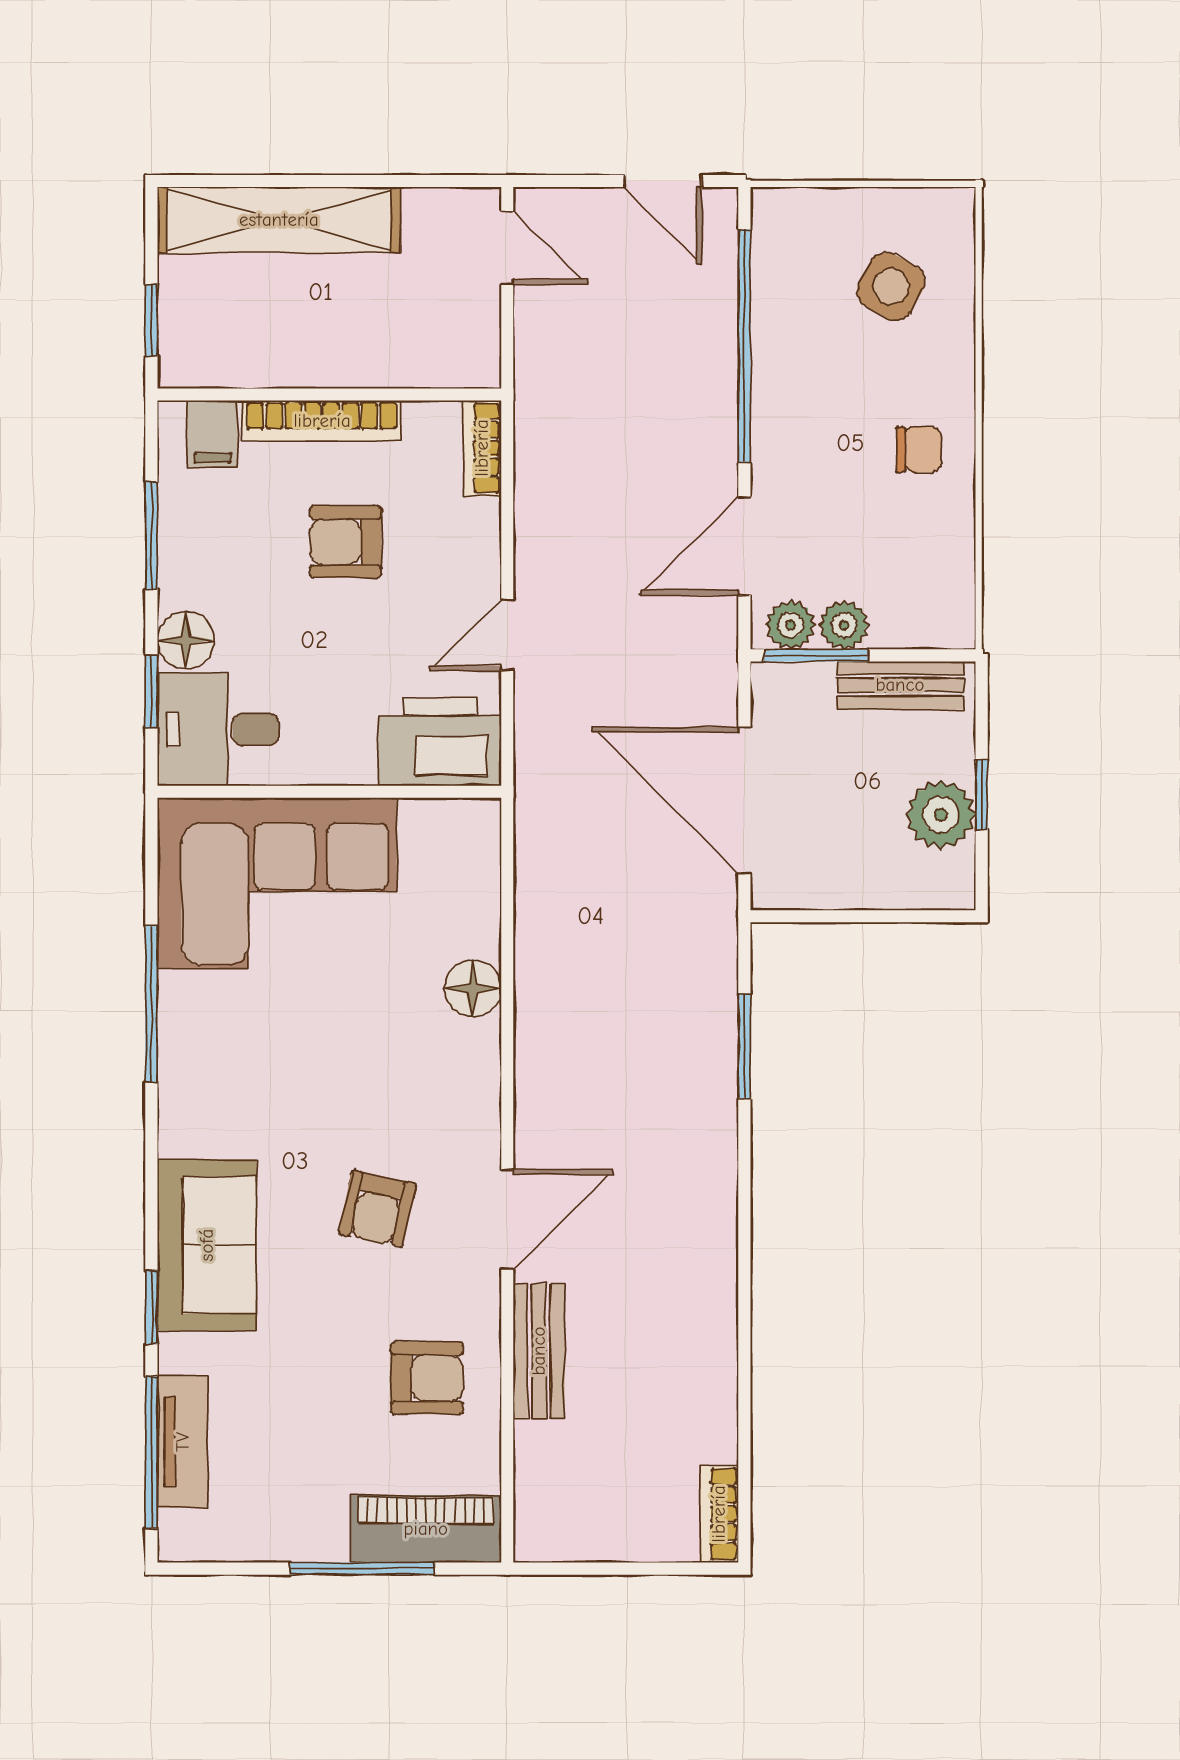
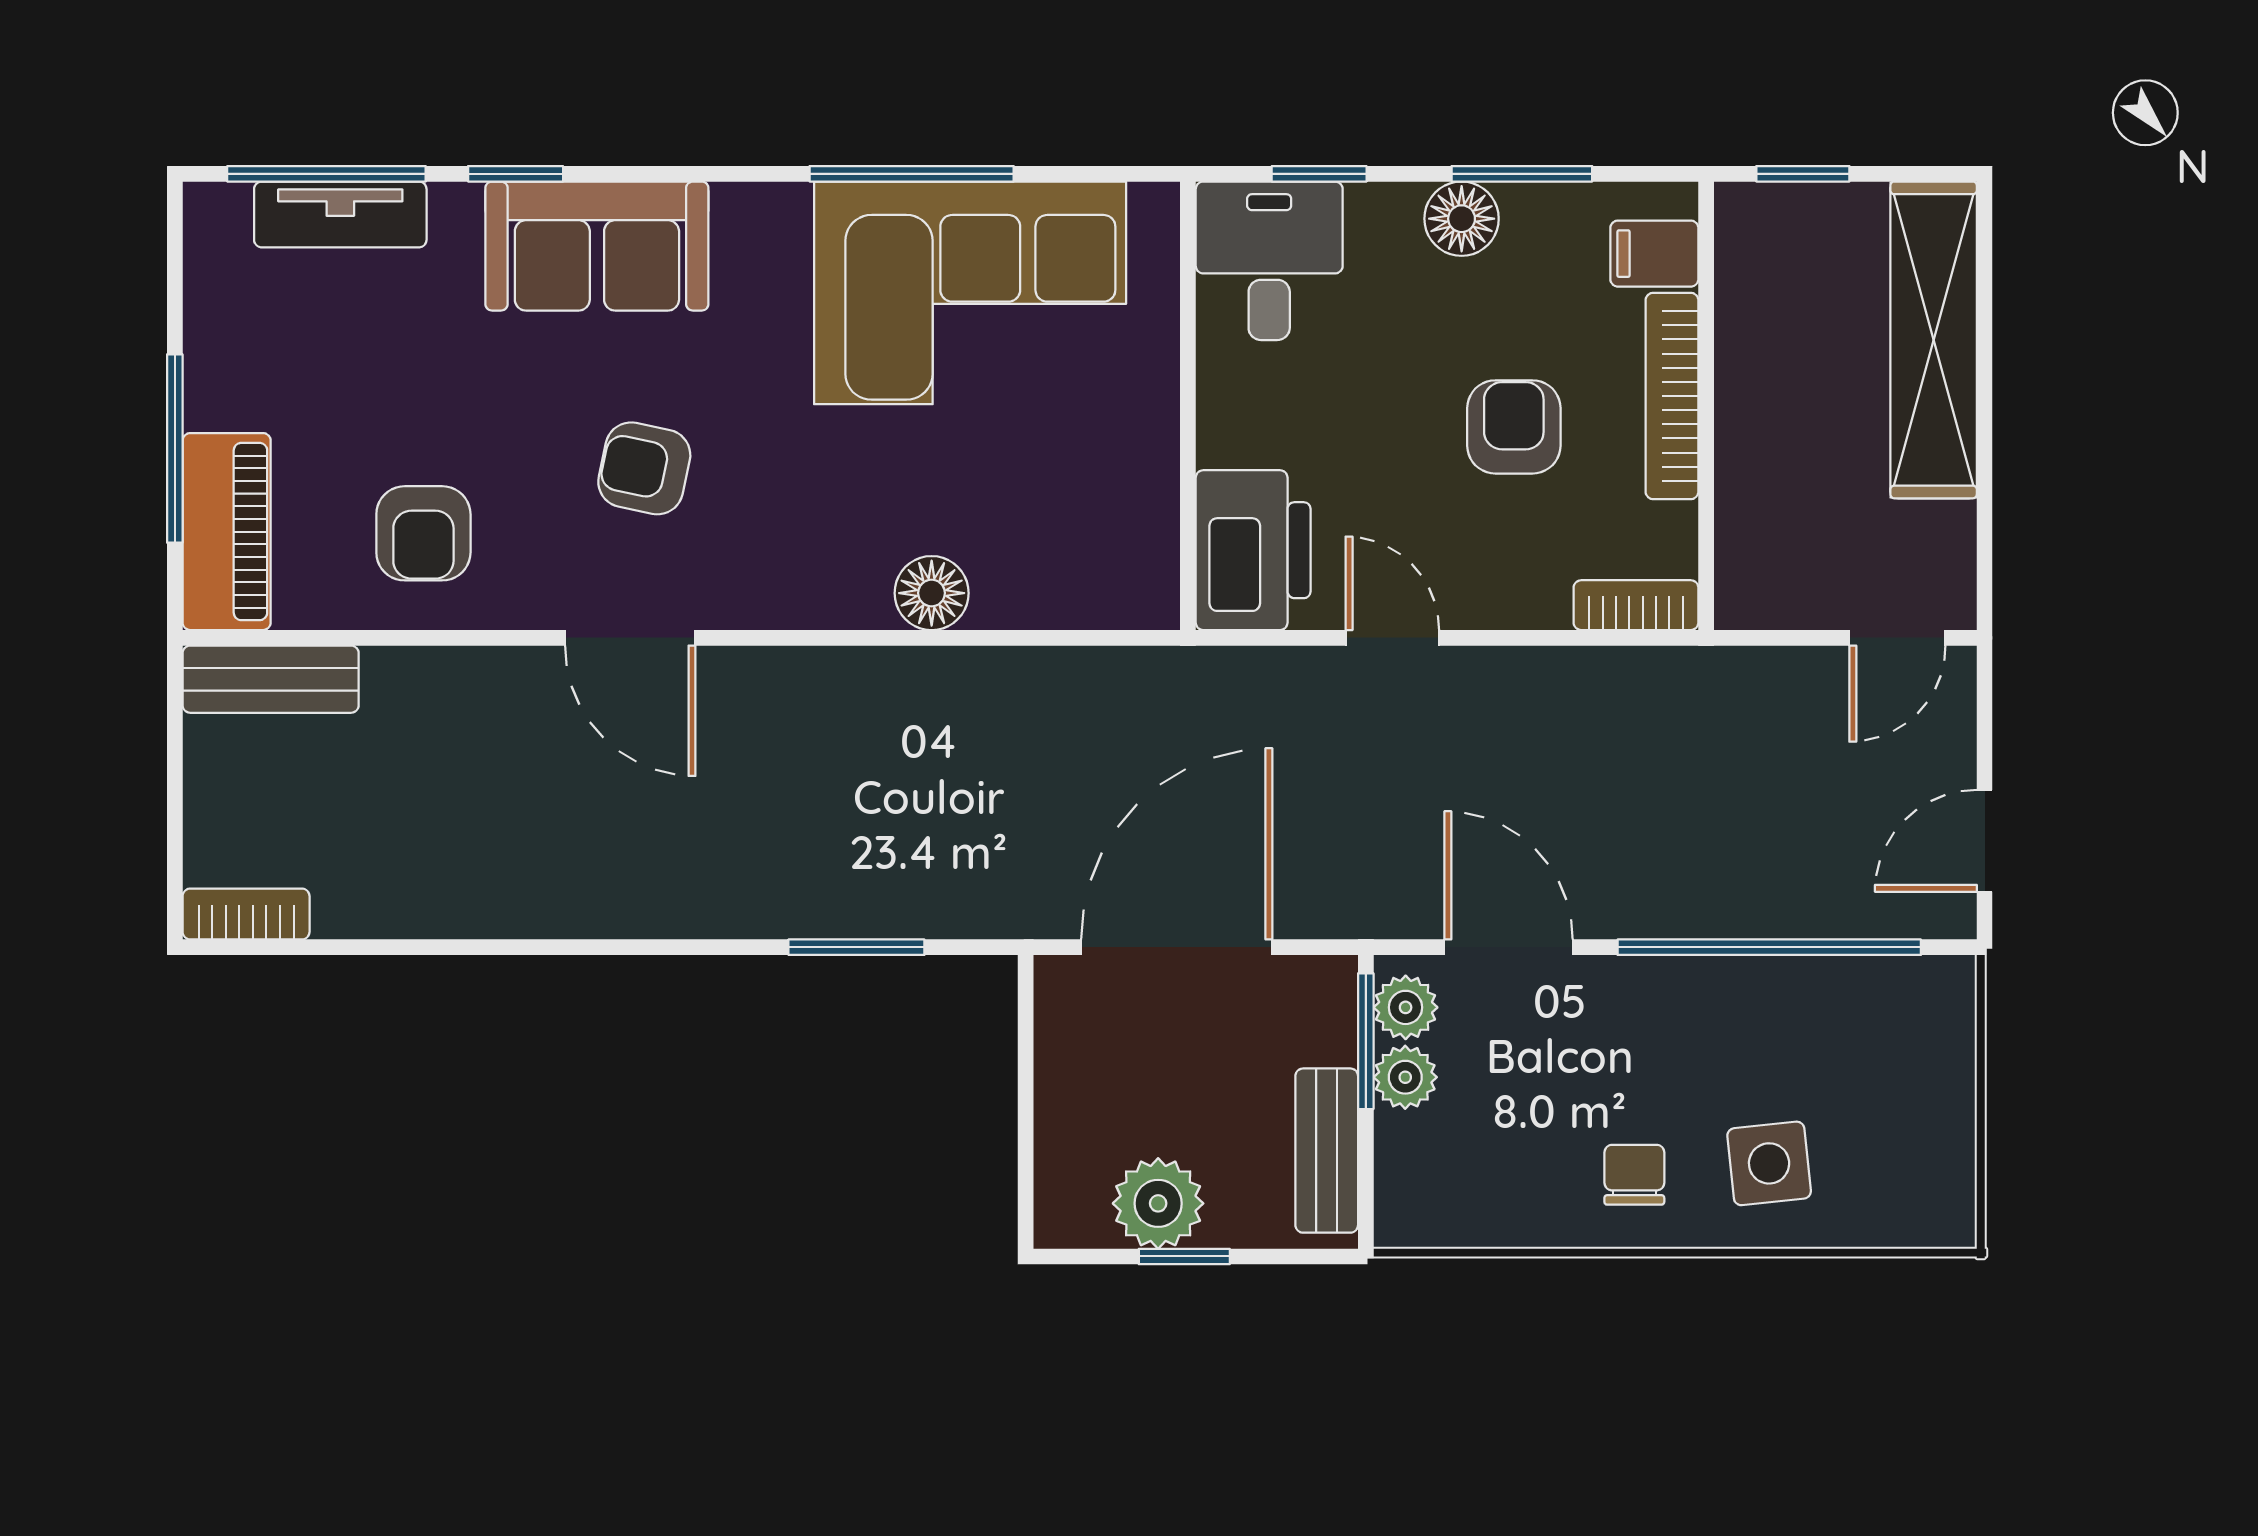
side table: (891, 286) -> (1769, 1163), moved, turned -35
chair: (919, 449) -> (1634, 1175), turned 180
floor lamp: (186, 640) -> (1462, 219), moved
corner sofa: (277, 883) -> (970, 293), moved, turned -90
bench: (539, 1351) -> (271, 679), moved

